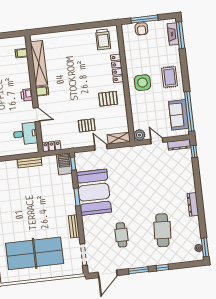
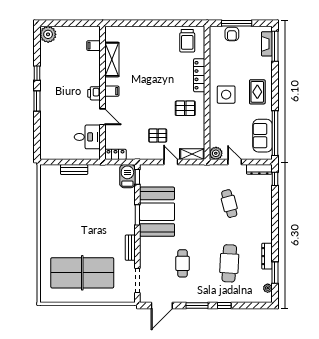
shelving: (39, 63) -> (112, 59), width x0.68
bench: (30, 162) -> (74, 170), moved
cafe table: (156, 178) -> (229, 204), added
dresser: (193, 204) -> (267, 256), moved
window: (205, 247) -> (275, 273), moved

